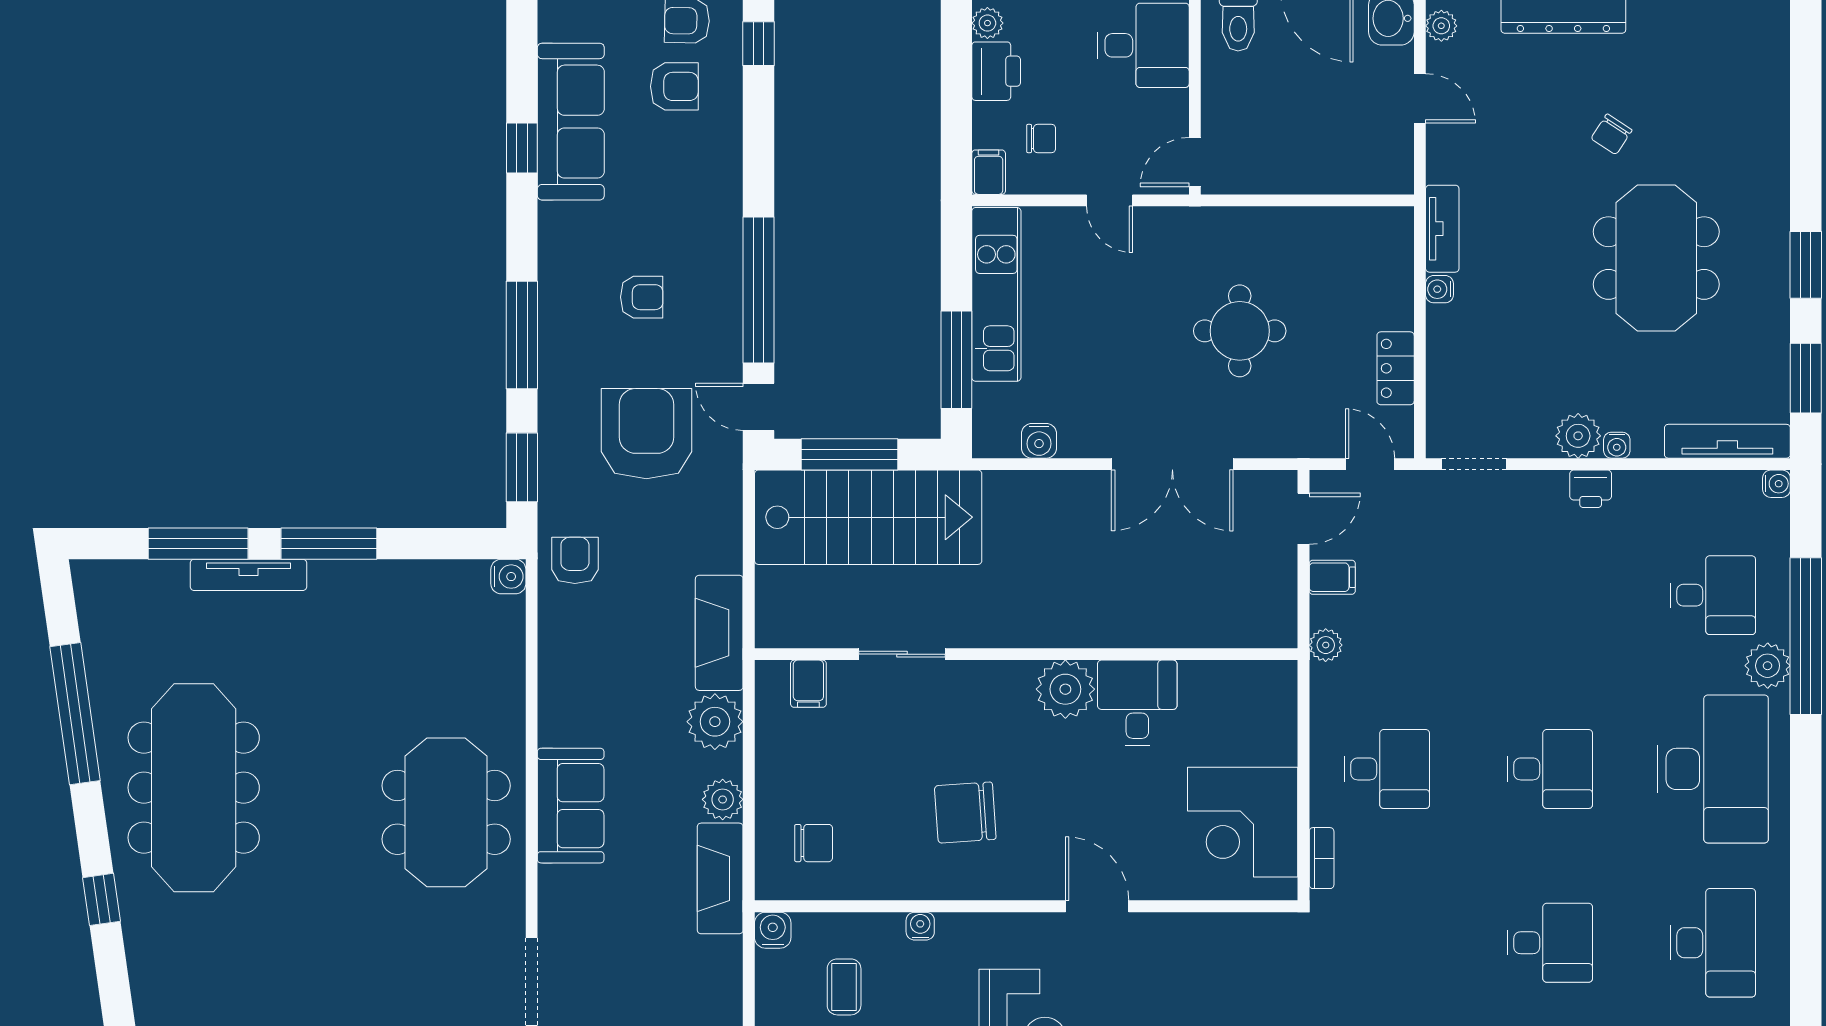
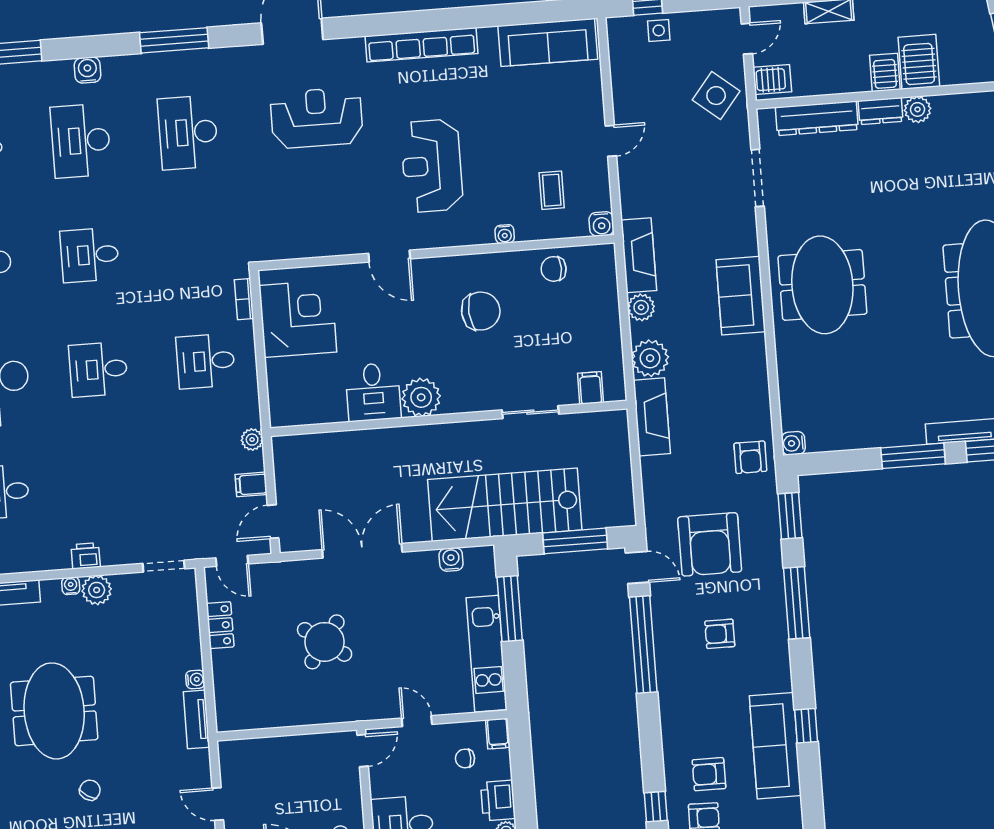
round table: (1240, 331) -> (325, 642), turned 36
stairs: (868, 517) -> (505, 505), moved
chair: (814, 843) -> (554, 269), moved

